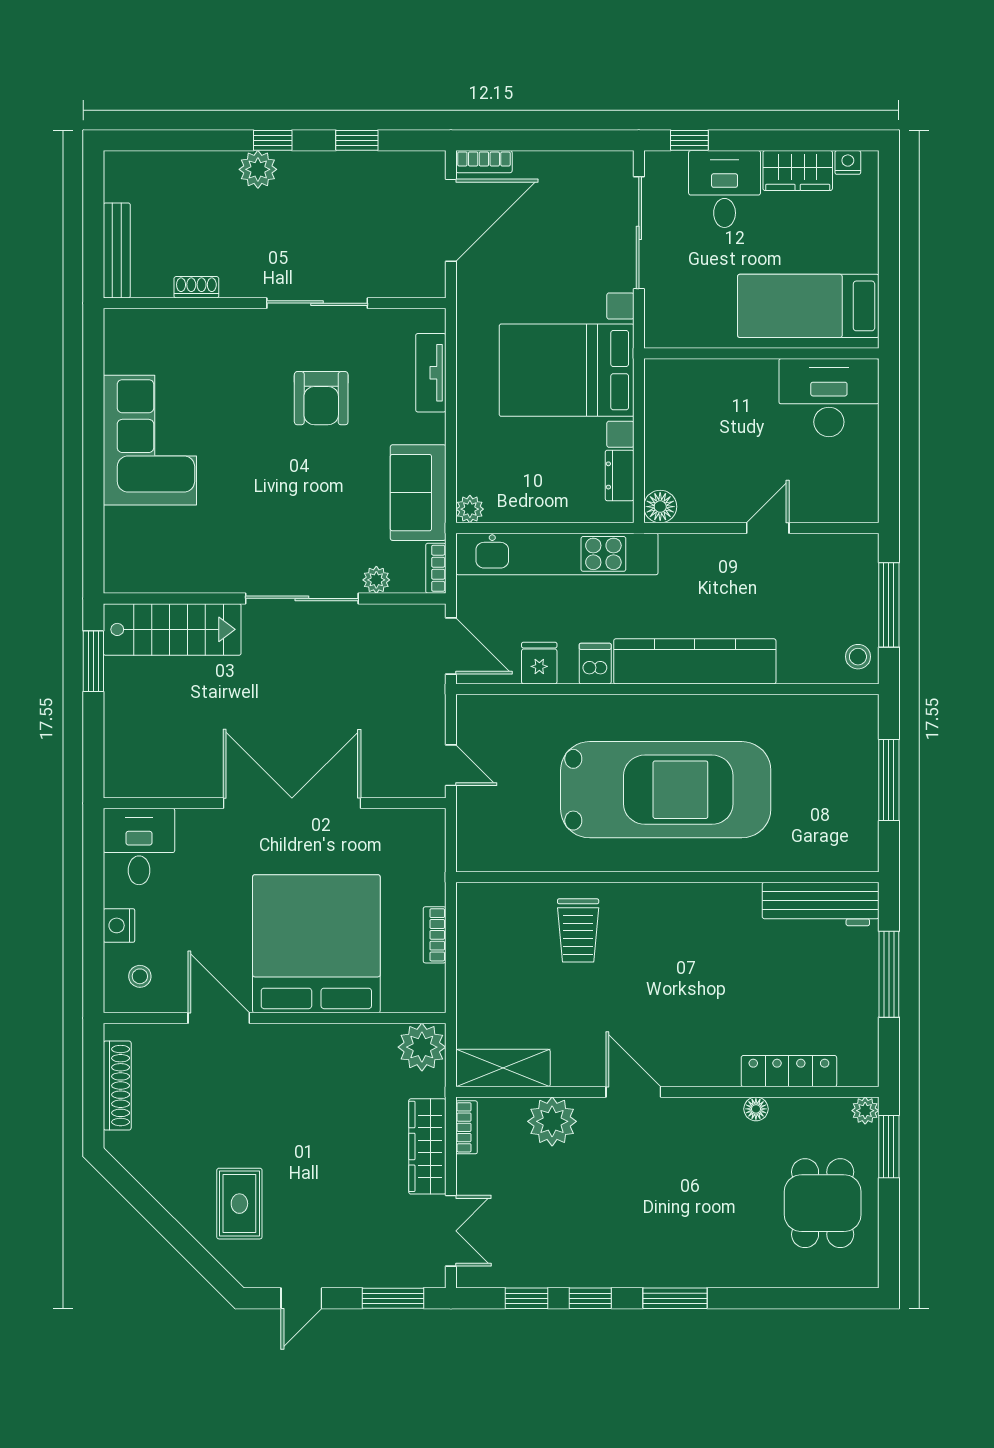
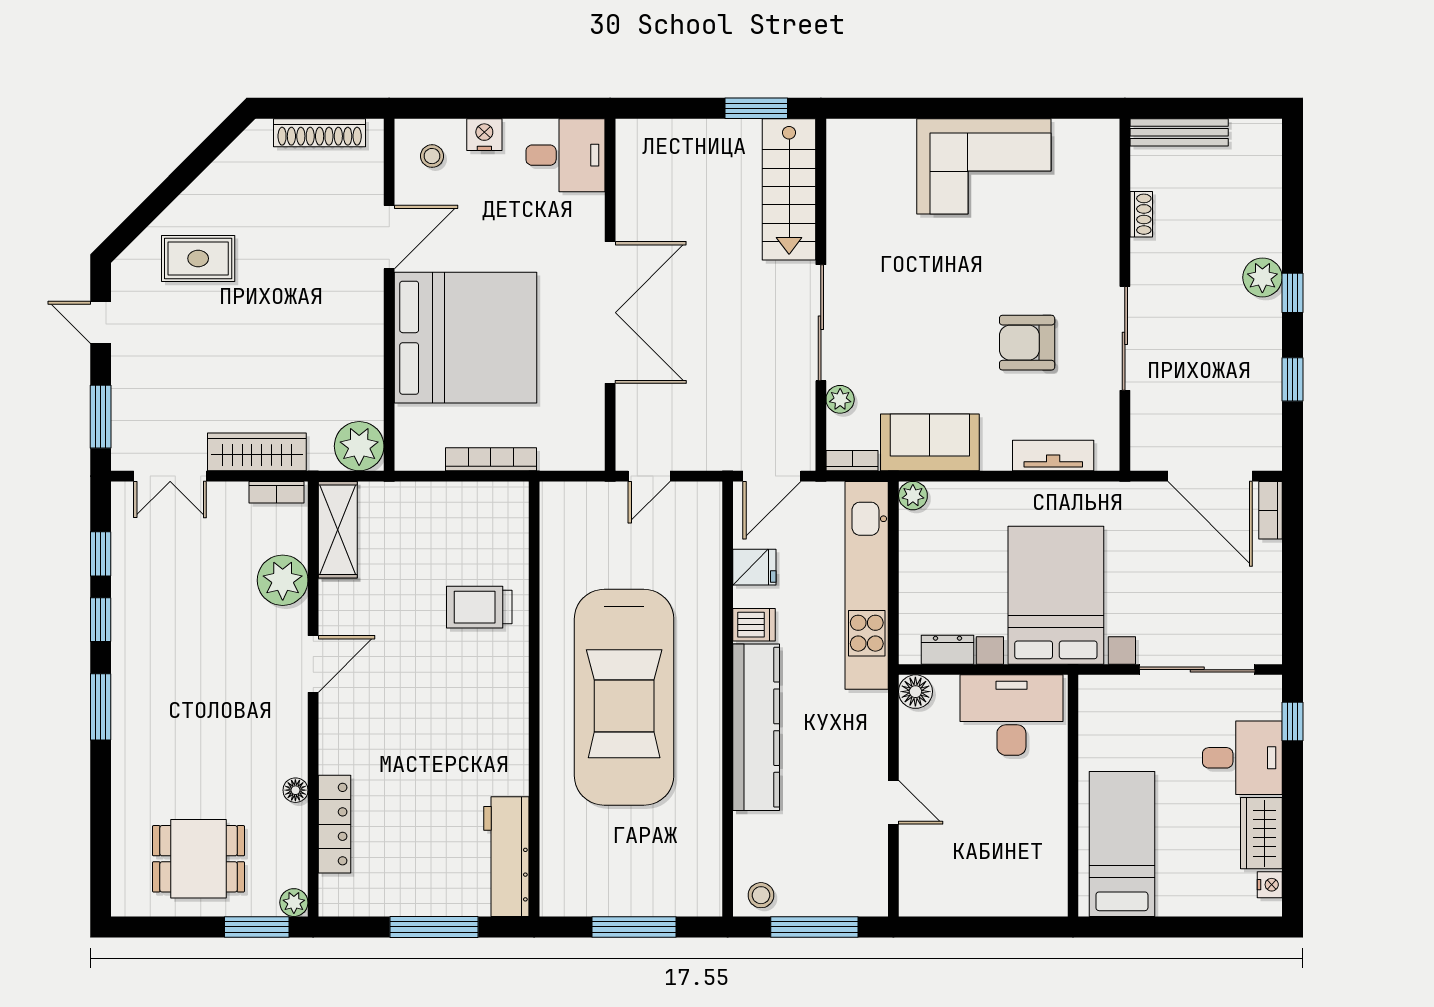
desk: (829, 398) -> (1011, 715), moved, turned -90
bookcase: (435, 935) -> (491, 459), width x1.56

